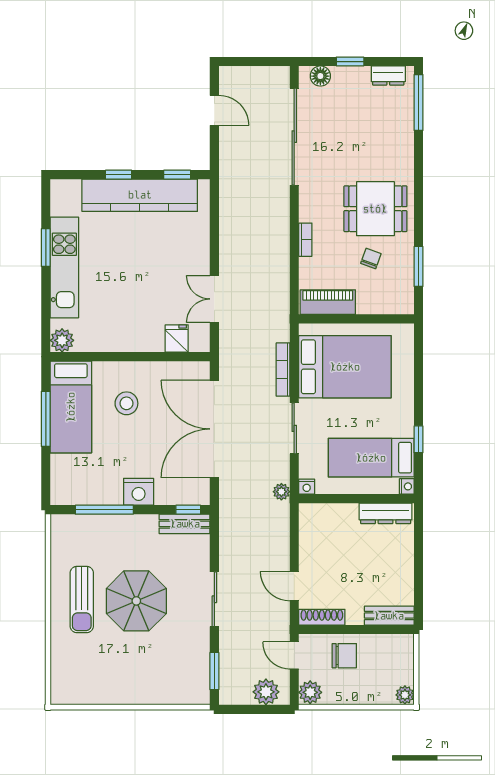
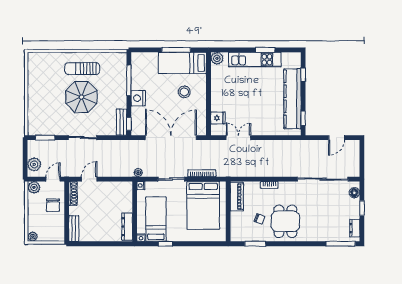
window: (119, 175) -> (303, 75), moved

